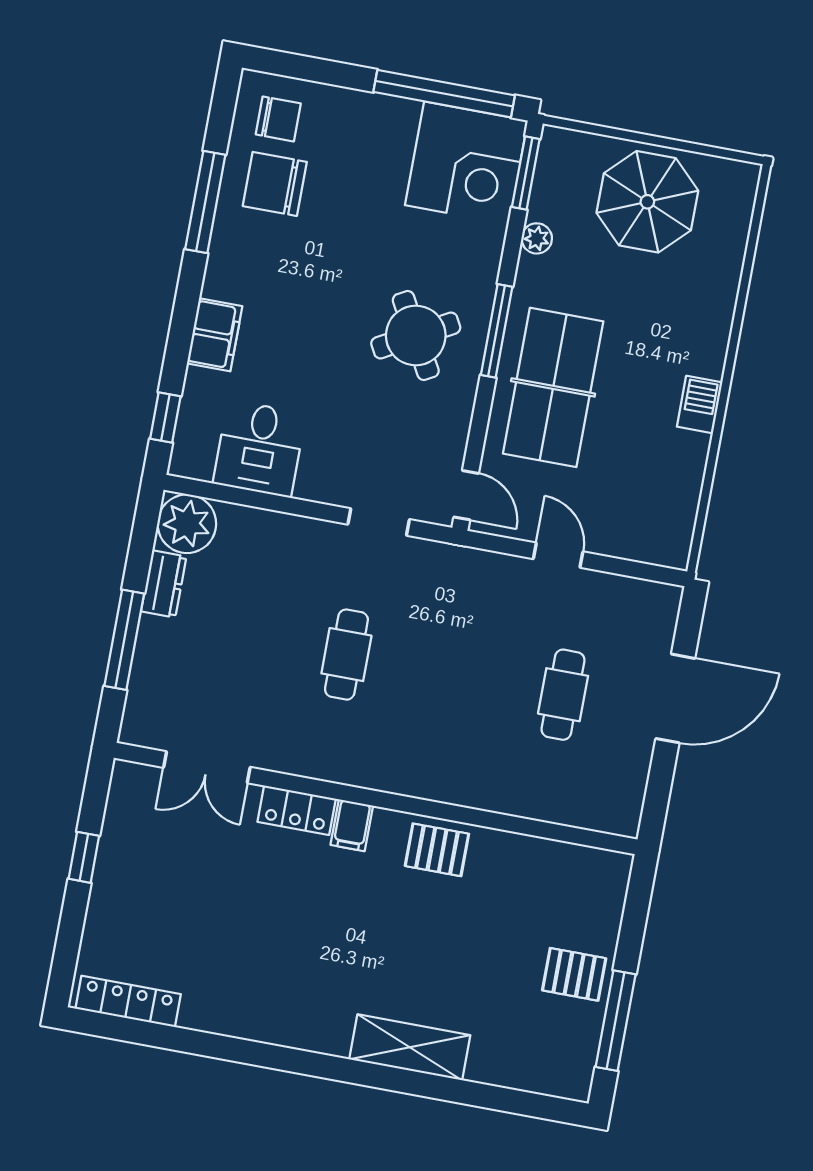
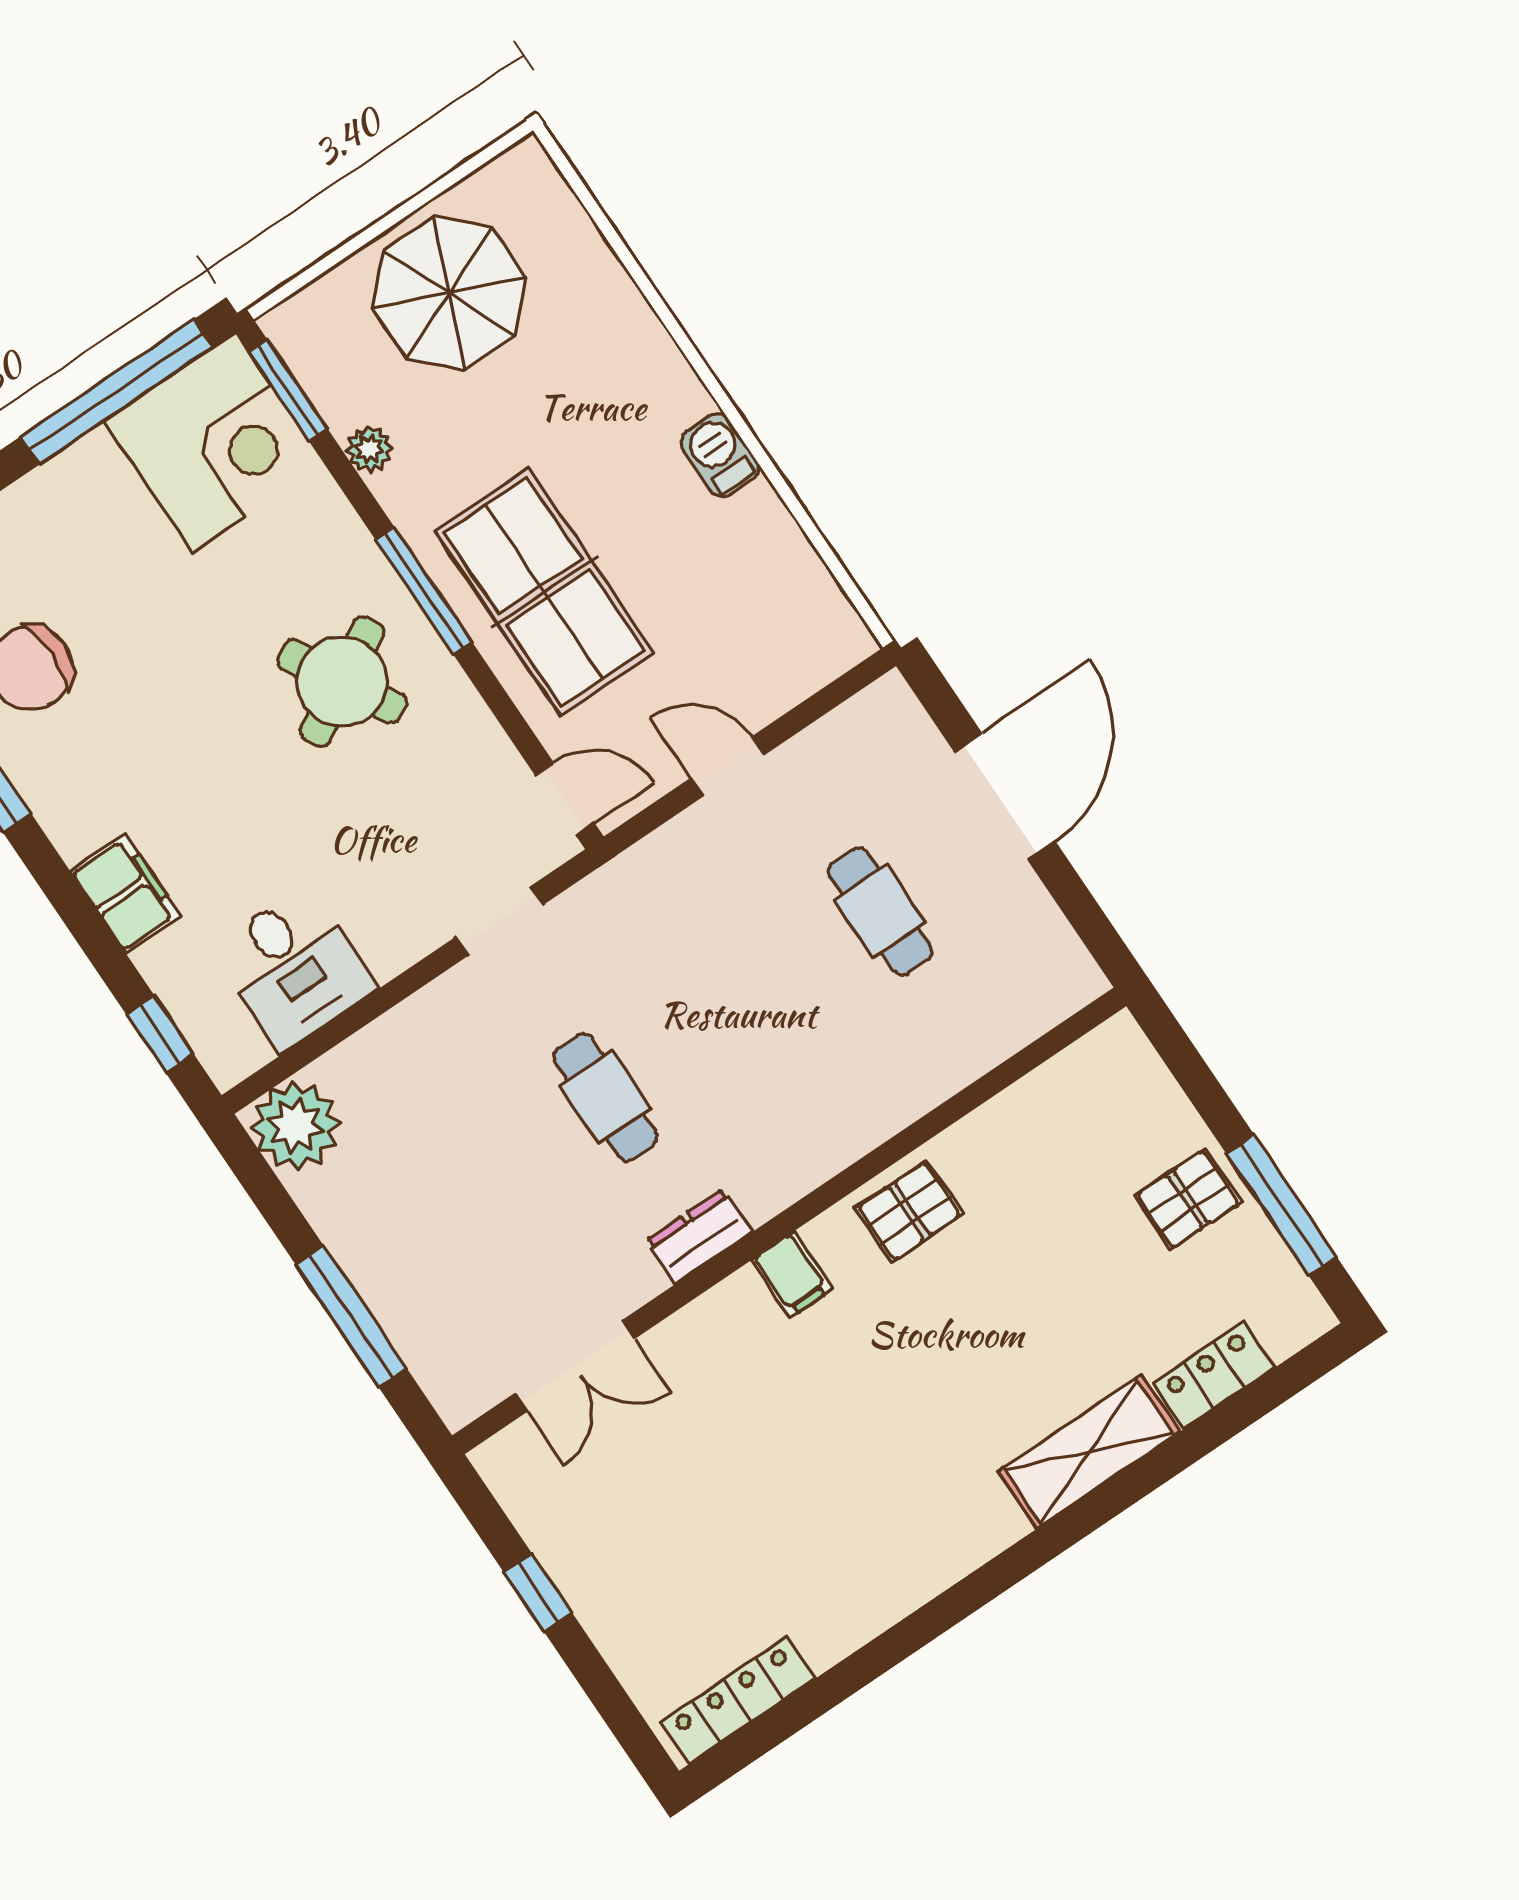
dresser: (164, 584) -> (699, 1236), moved, turned -90
locker: (297, 810) -> (1214, 1375), moved, turned 180

